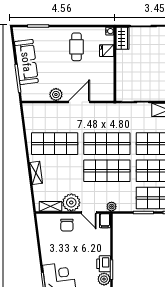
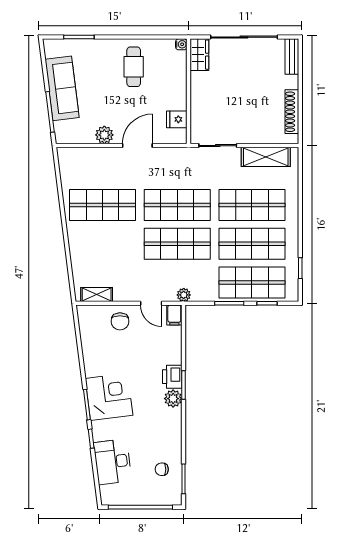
fridge: (107, 51) -> (177, 119), moved
shelving: (36, 173) -> (76, 247), removed
plant: (71, 202) -> (126, 289), removed

